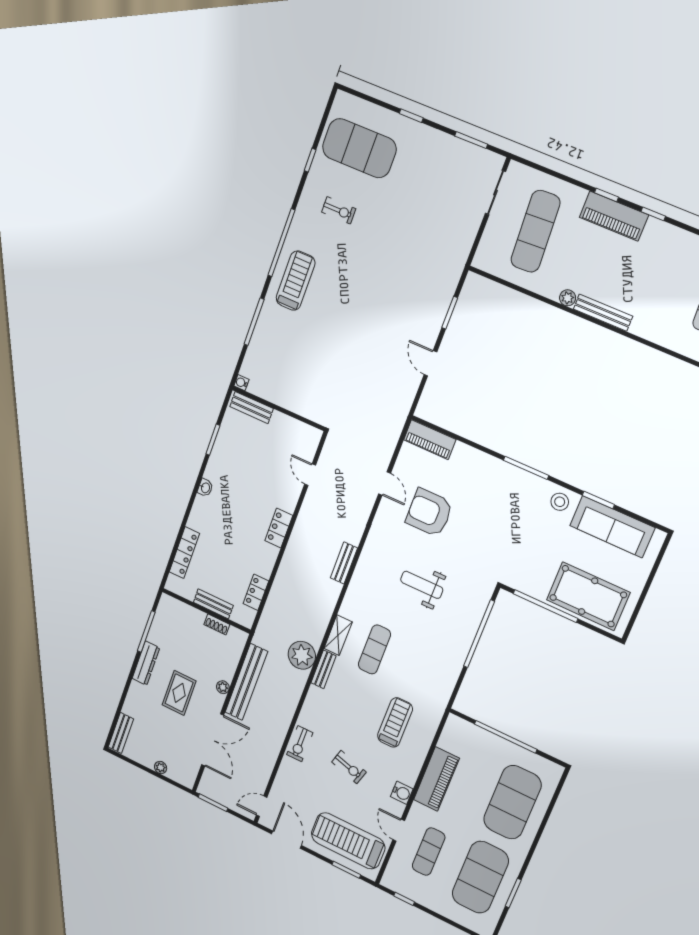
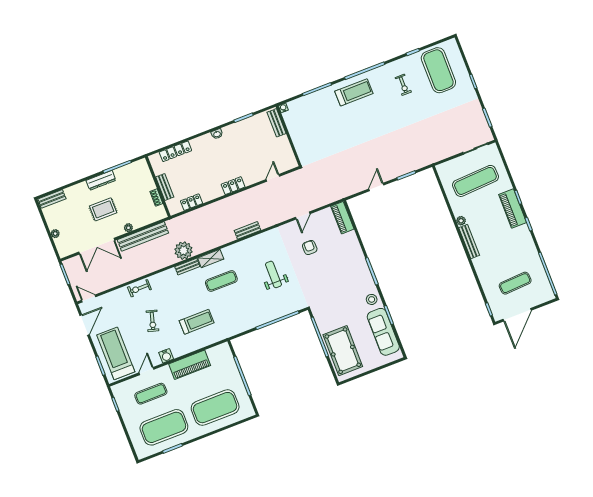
armchair: (429, 513) -> (310, 247), width x0.53, depth x0.53

